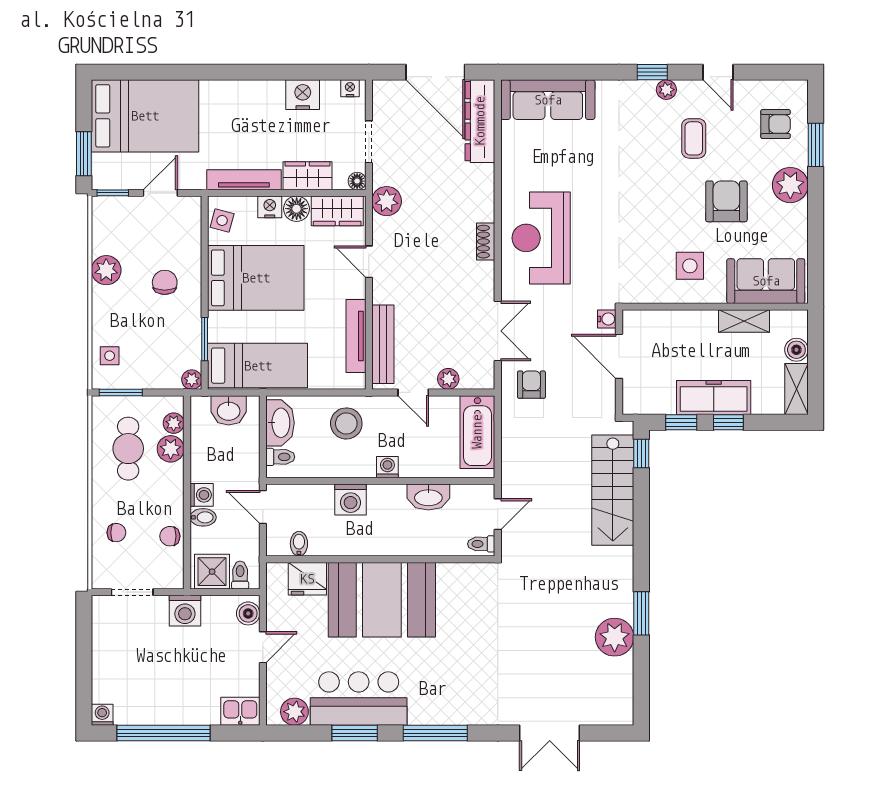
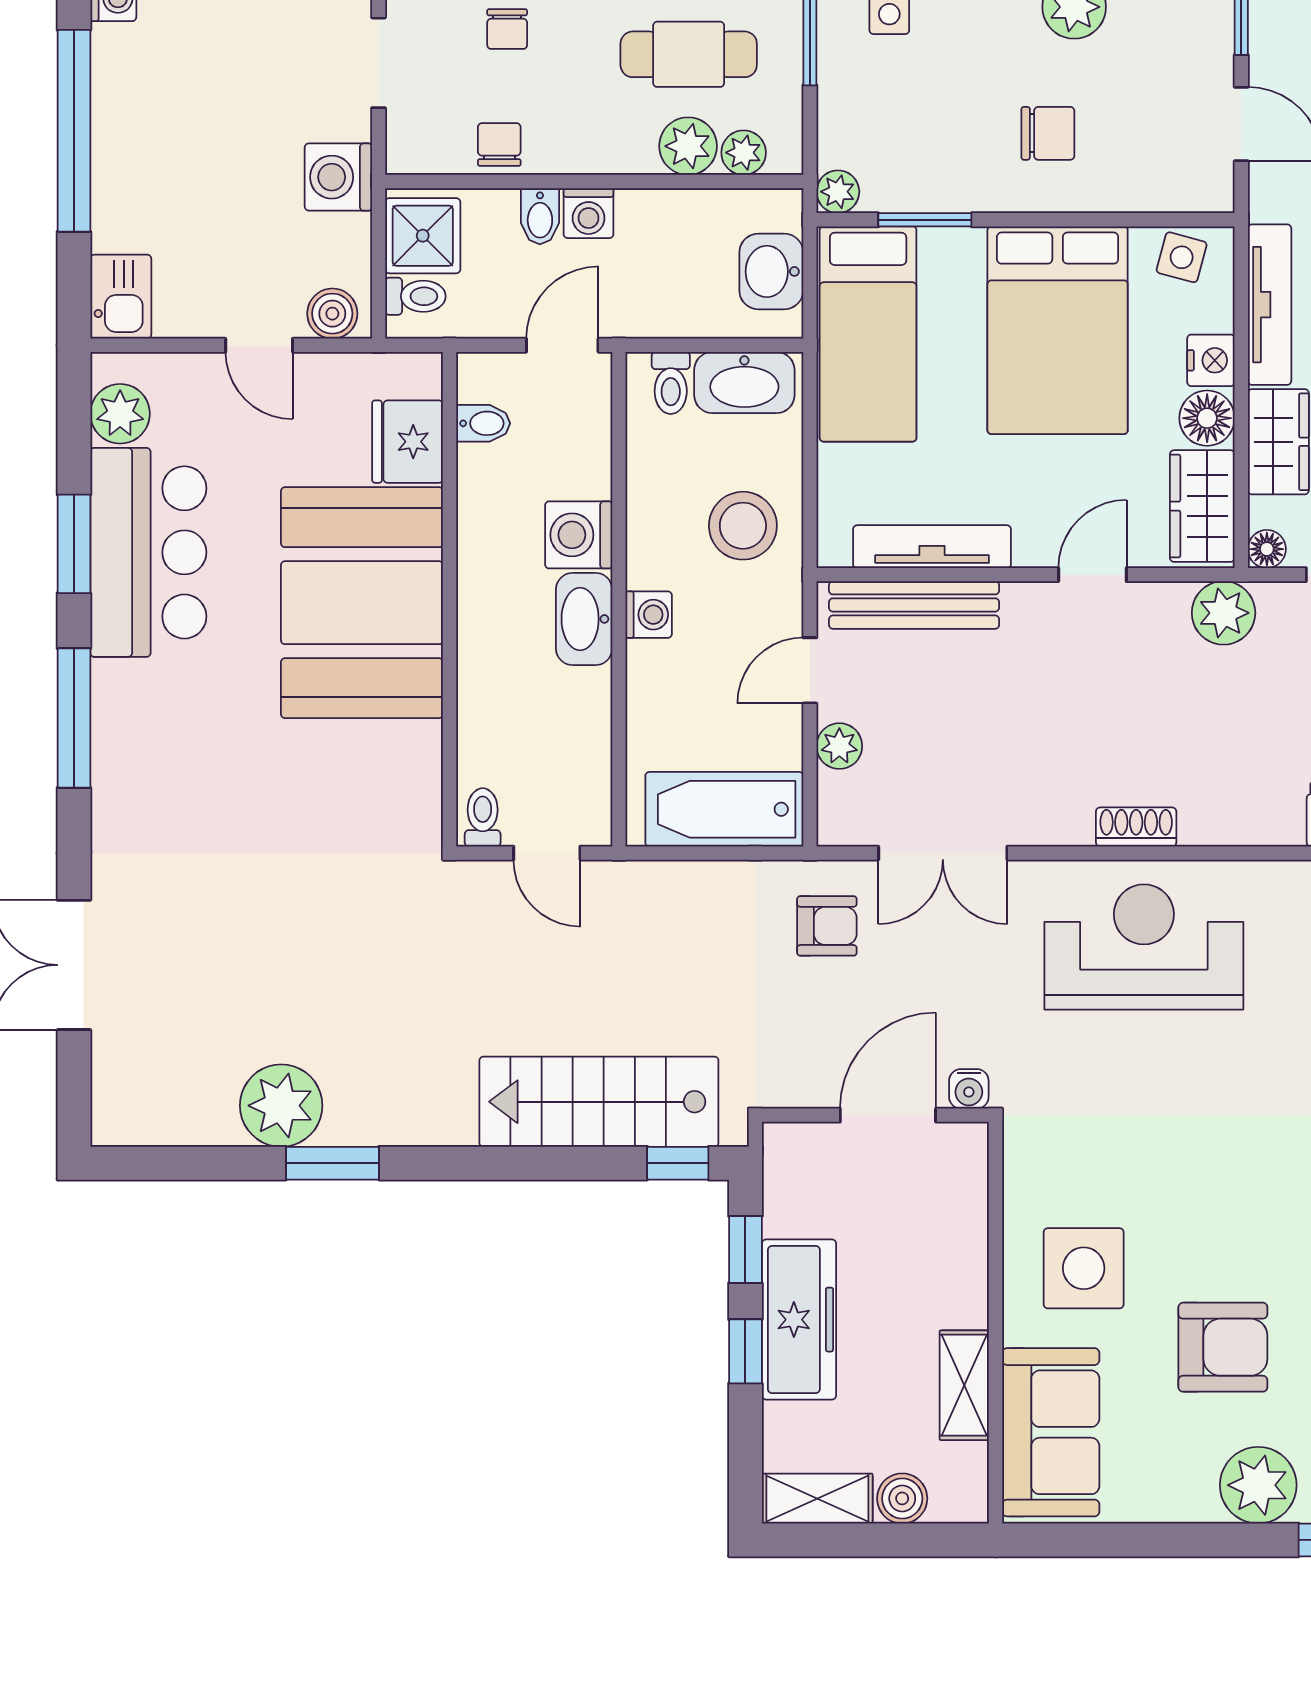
side table: (690, 266) -> (1084, 1268), width x1.37, depth x1.37
washbasin: (428, 497) -> (584, 619), moved

